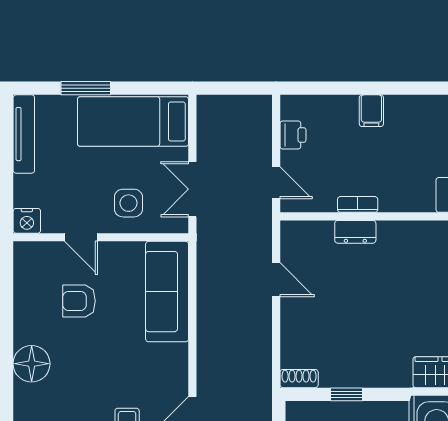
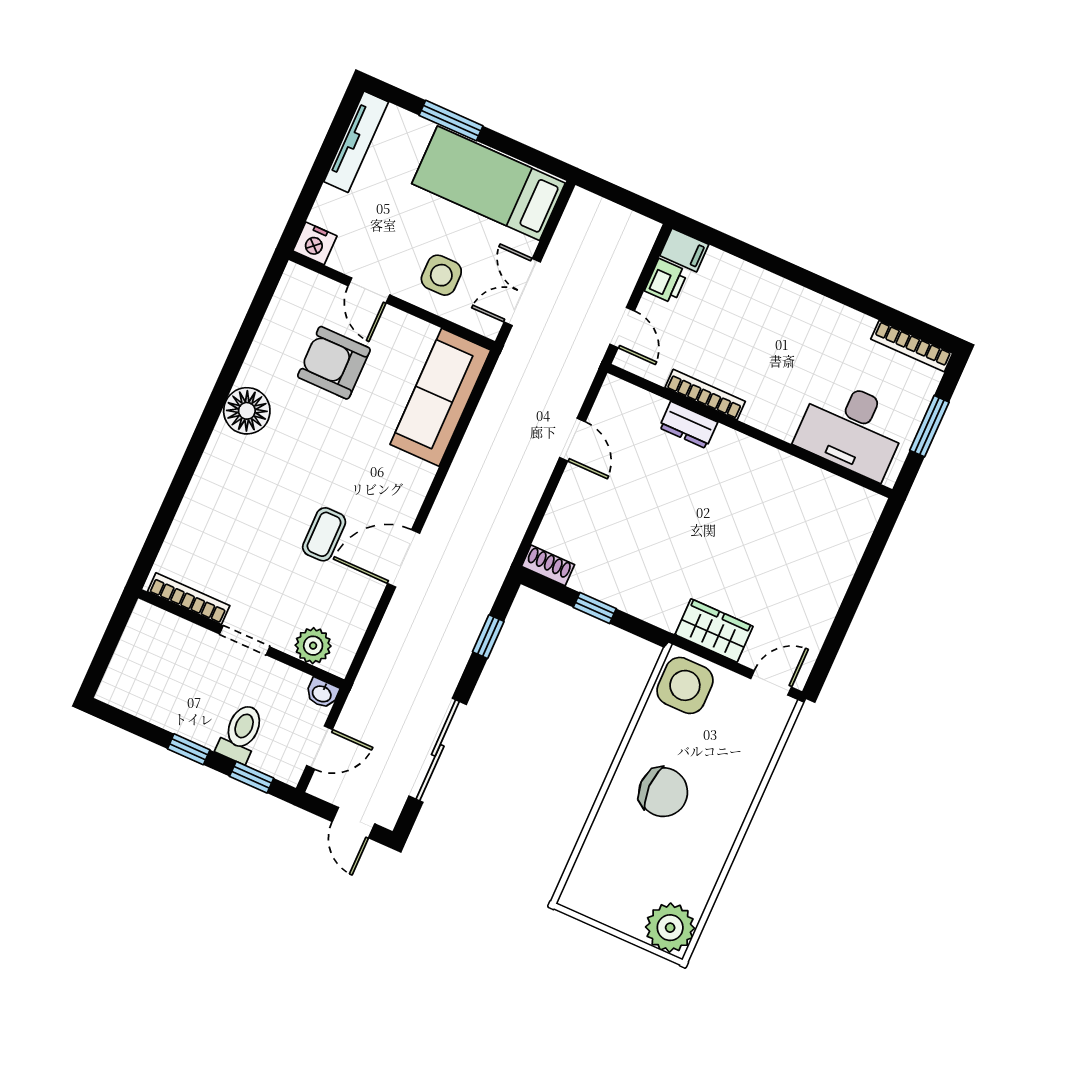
filing cabinet: (371, 111) -> (684, 250), moved, turned -90
bookcase: (358, 204) -> (705, 395), width x1.56
armchair: (79, 301) -> (334, 363), width x1.38, depth x1.38

